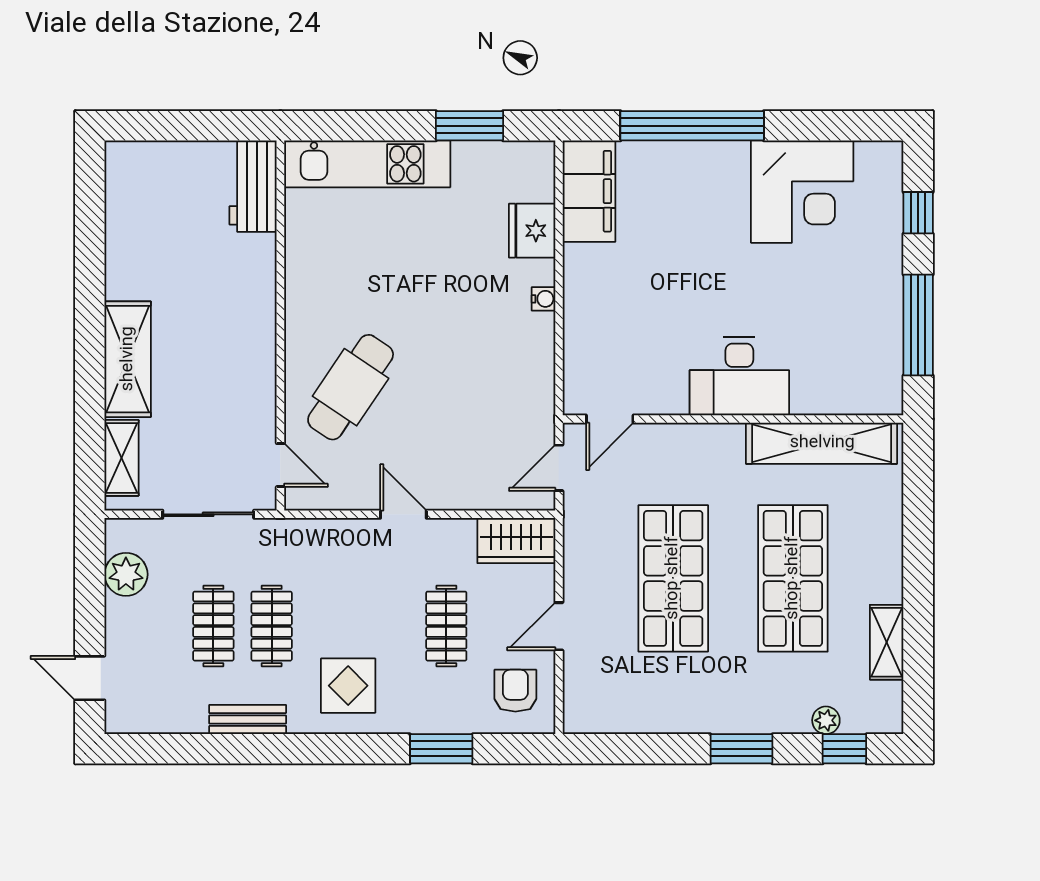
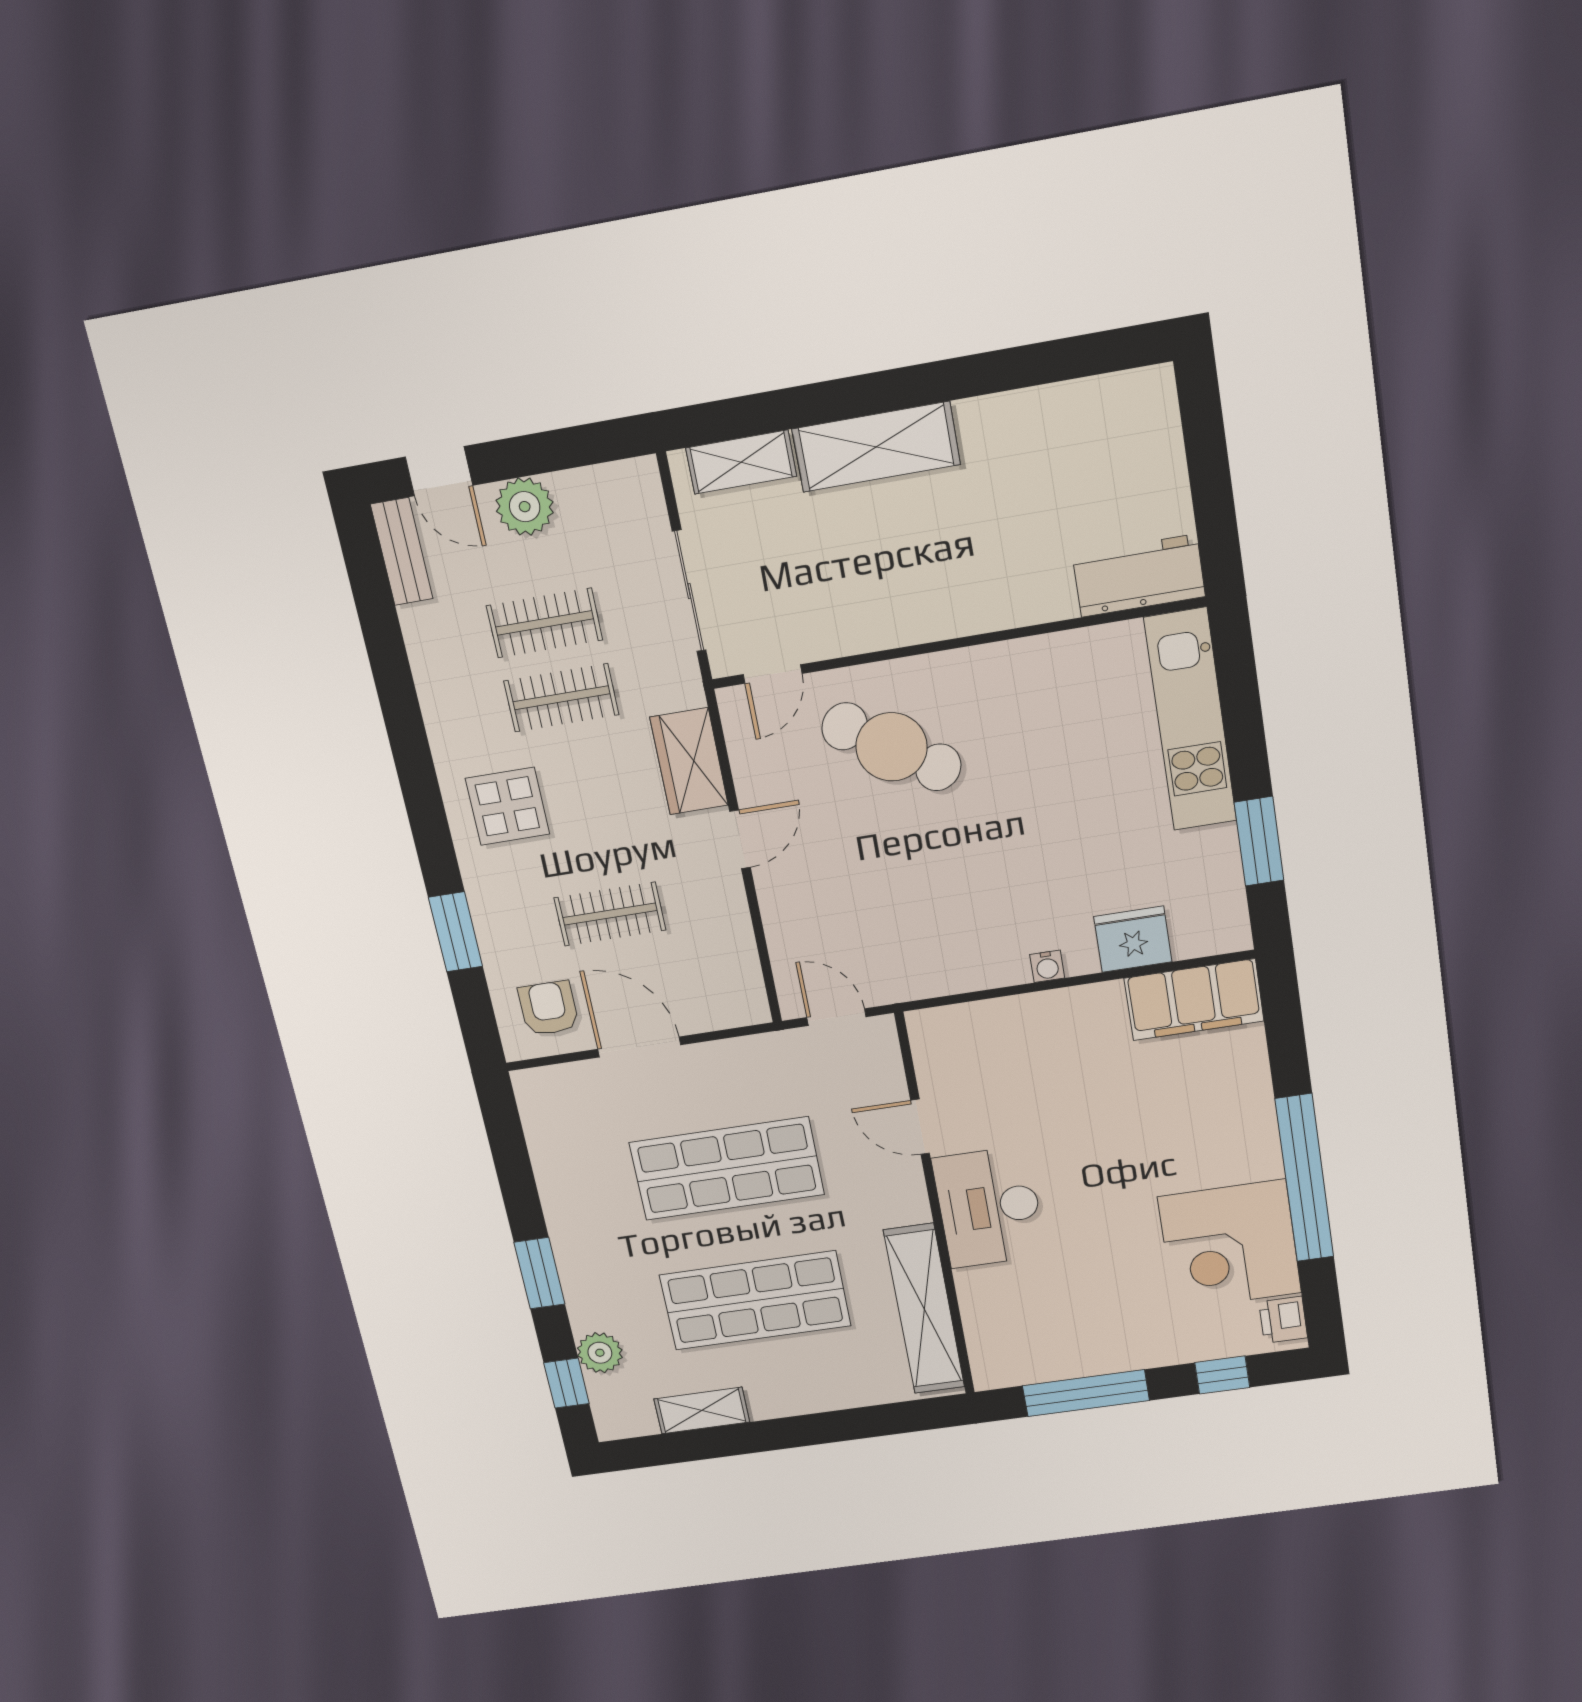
window: (692, 126) -> (1305, 1178), moved
printer: (875, 158) -> (1283, 1320), added
door: (610, 419) -> (920, 1127), moved
wardrobe: (516, 541) -> (689, 761), moved
plant: (126, 574) -> (525, 507), moved
door: (559, 626) -> (639, 1047), width x1.38
door: (90, 678) -> (439, 471), swing flipped
armchair: (515, 691) -> (548, 1008), turned -90
bench: (248, 719) -> (402, 552), moved
plant: (826, 720) -> (600, 1353), width x1.38, depth x1.38

